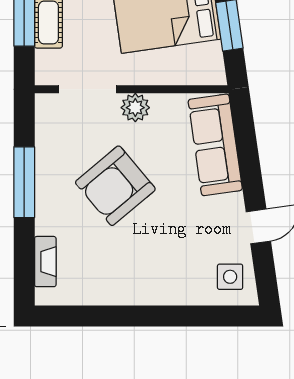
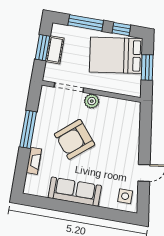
sofa: (215, 145) -> (75, 192), moved, turned 98
fireplace: (45, 262) -> (34, 161), moved

